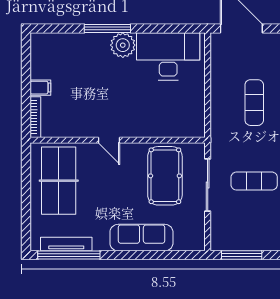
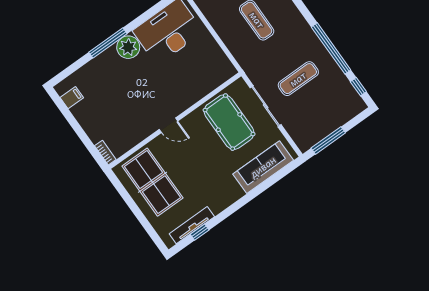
filing cabinet: (40, 88) -> (72, 98), moved
bookcase: (35, 117) -> (105, 153), width x0.64
sofa: (141, 238) -> (263, 167), moved
window: (69, 255) -> (200, 232), width x0.32

